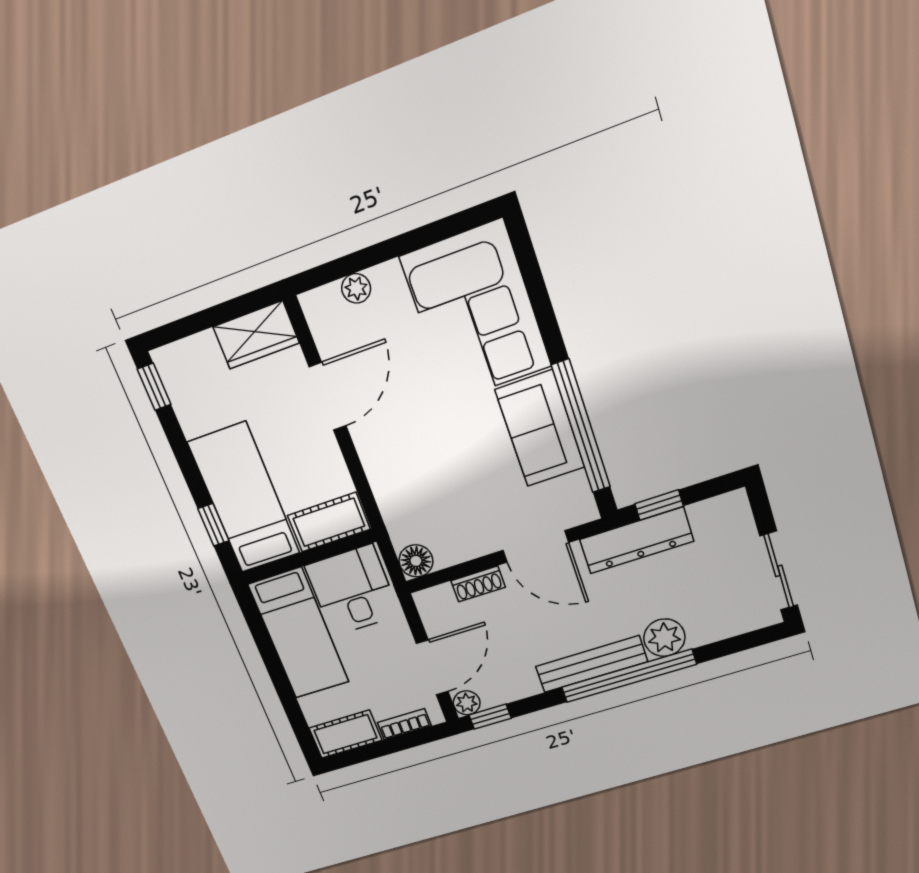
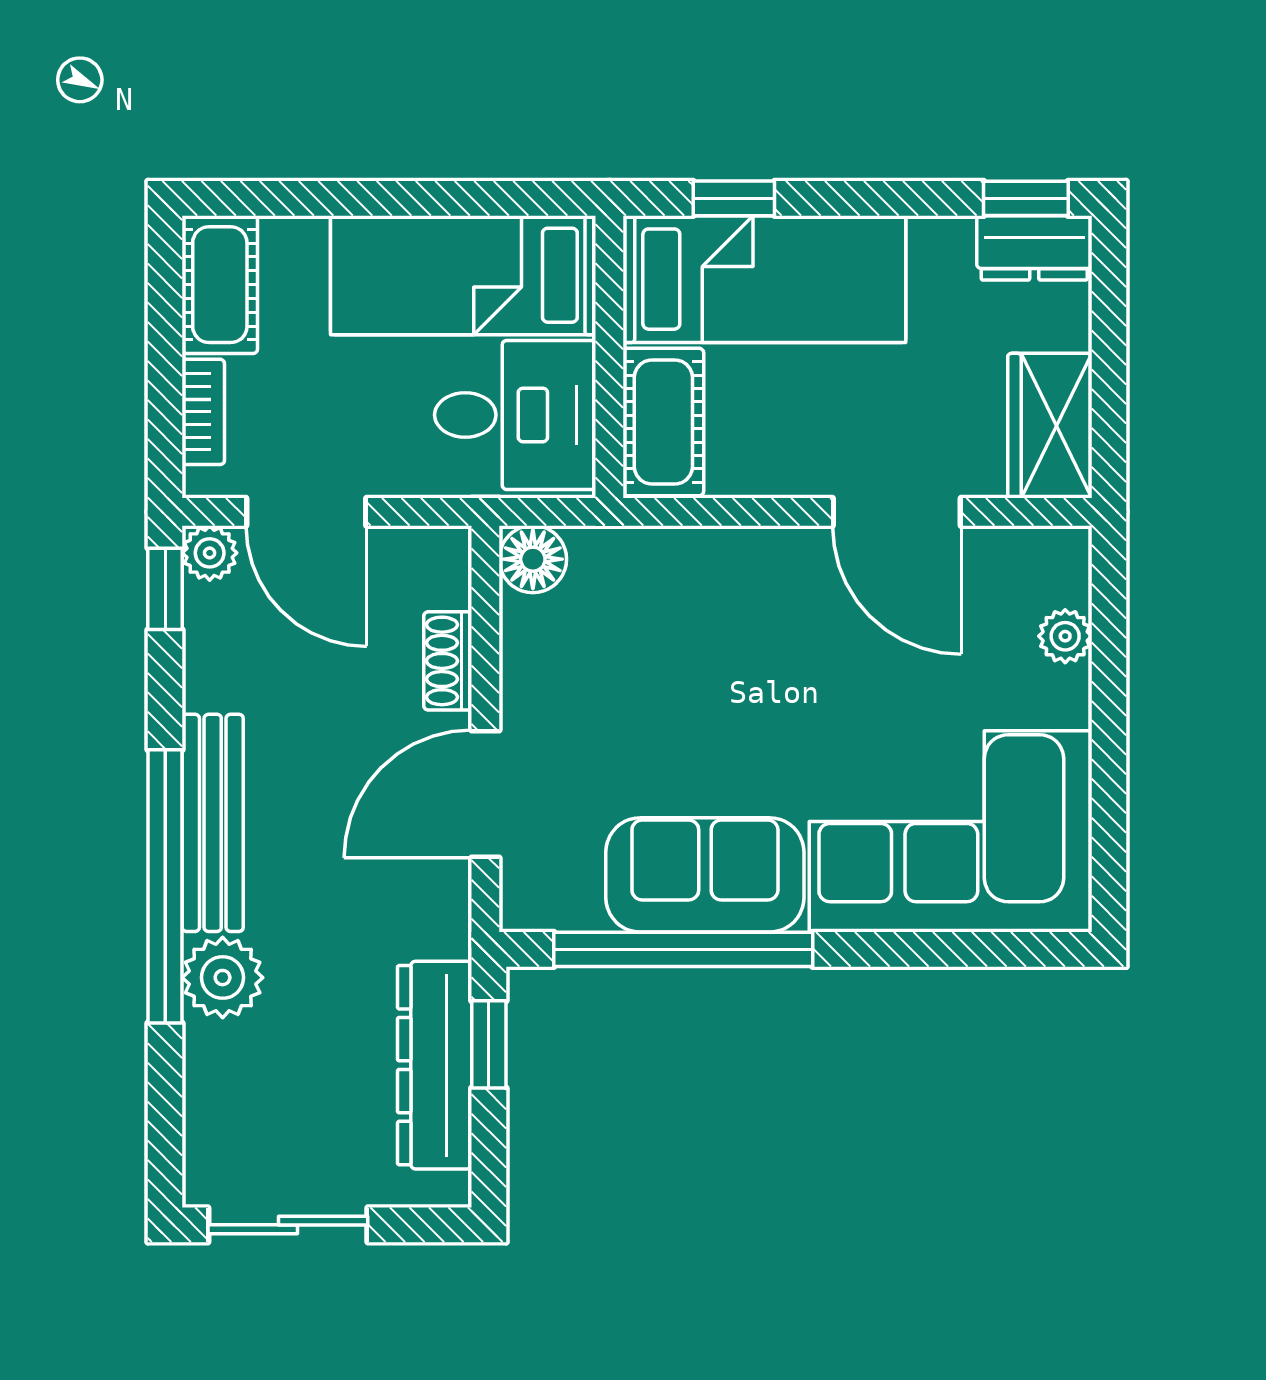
dresser: (175, 374) -> (1034, 248), added
dresser: (637, 540) -> (435, 1065), moved

